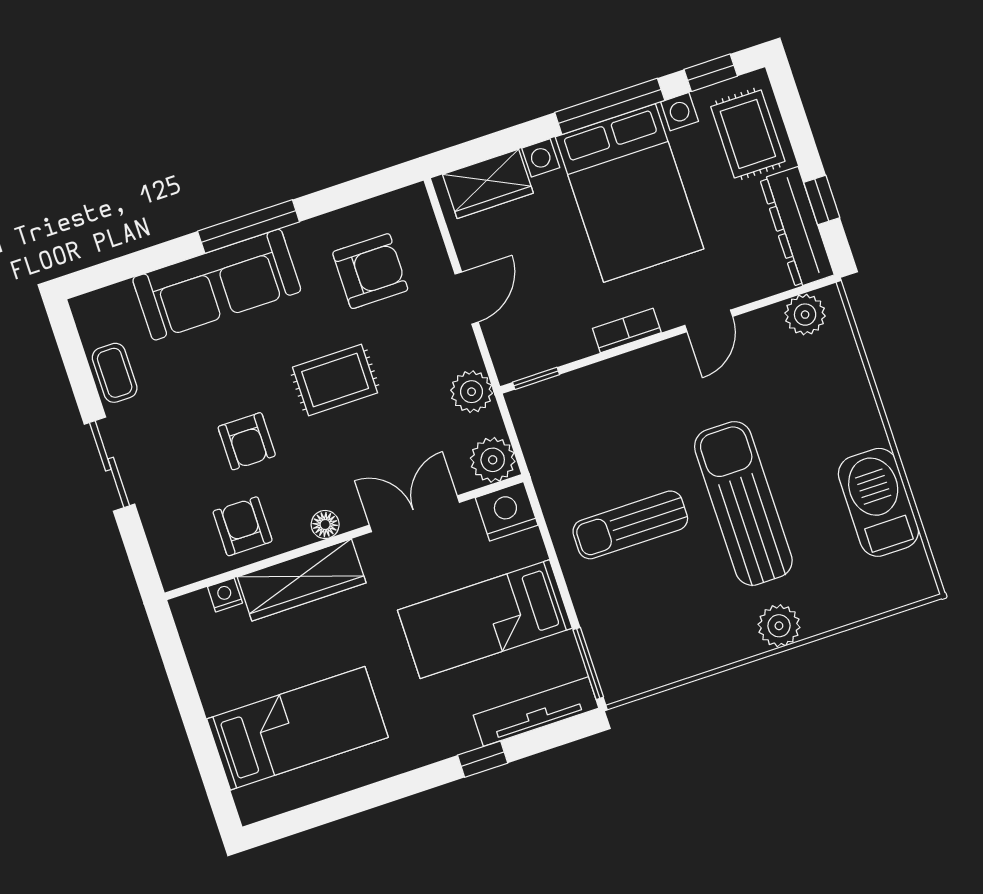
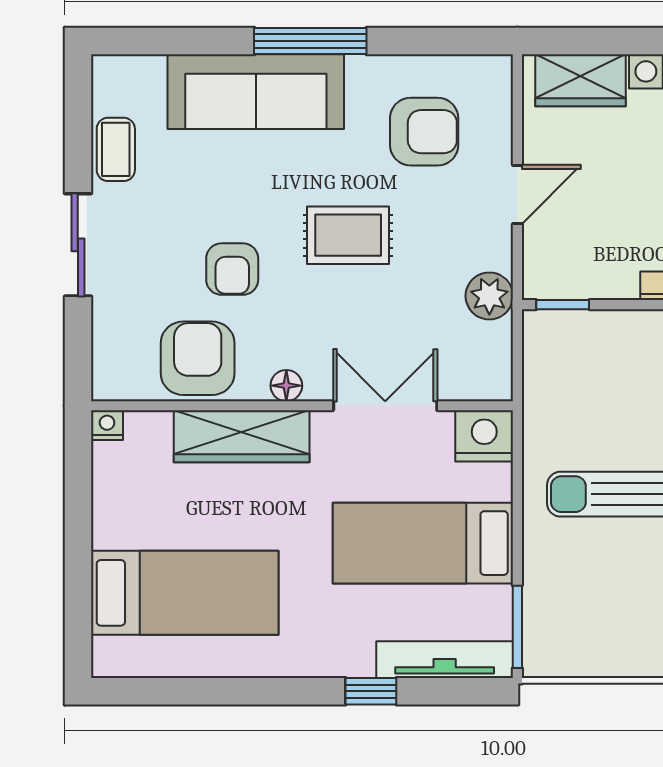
plant: (493, 460) -> (488, 376), removed
armchair: (243, 526) -> (198, 358), width x1.38, depth x1.38
nightstand: (225, 595) -> (107, 425), moved

